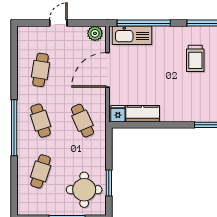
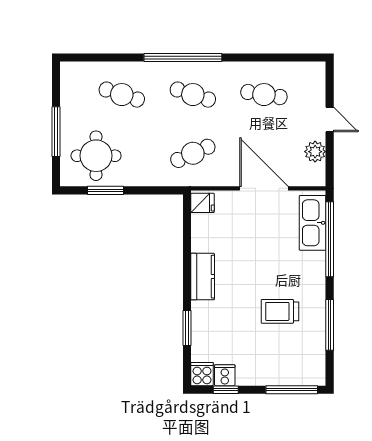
plant: (95, 33) -> (315, 152), moved
kitchen counter: (143, 114) -> (203, 277), moved
cafe table: (41, 121) -> (193, 95), turned 36

